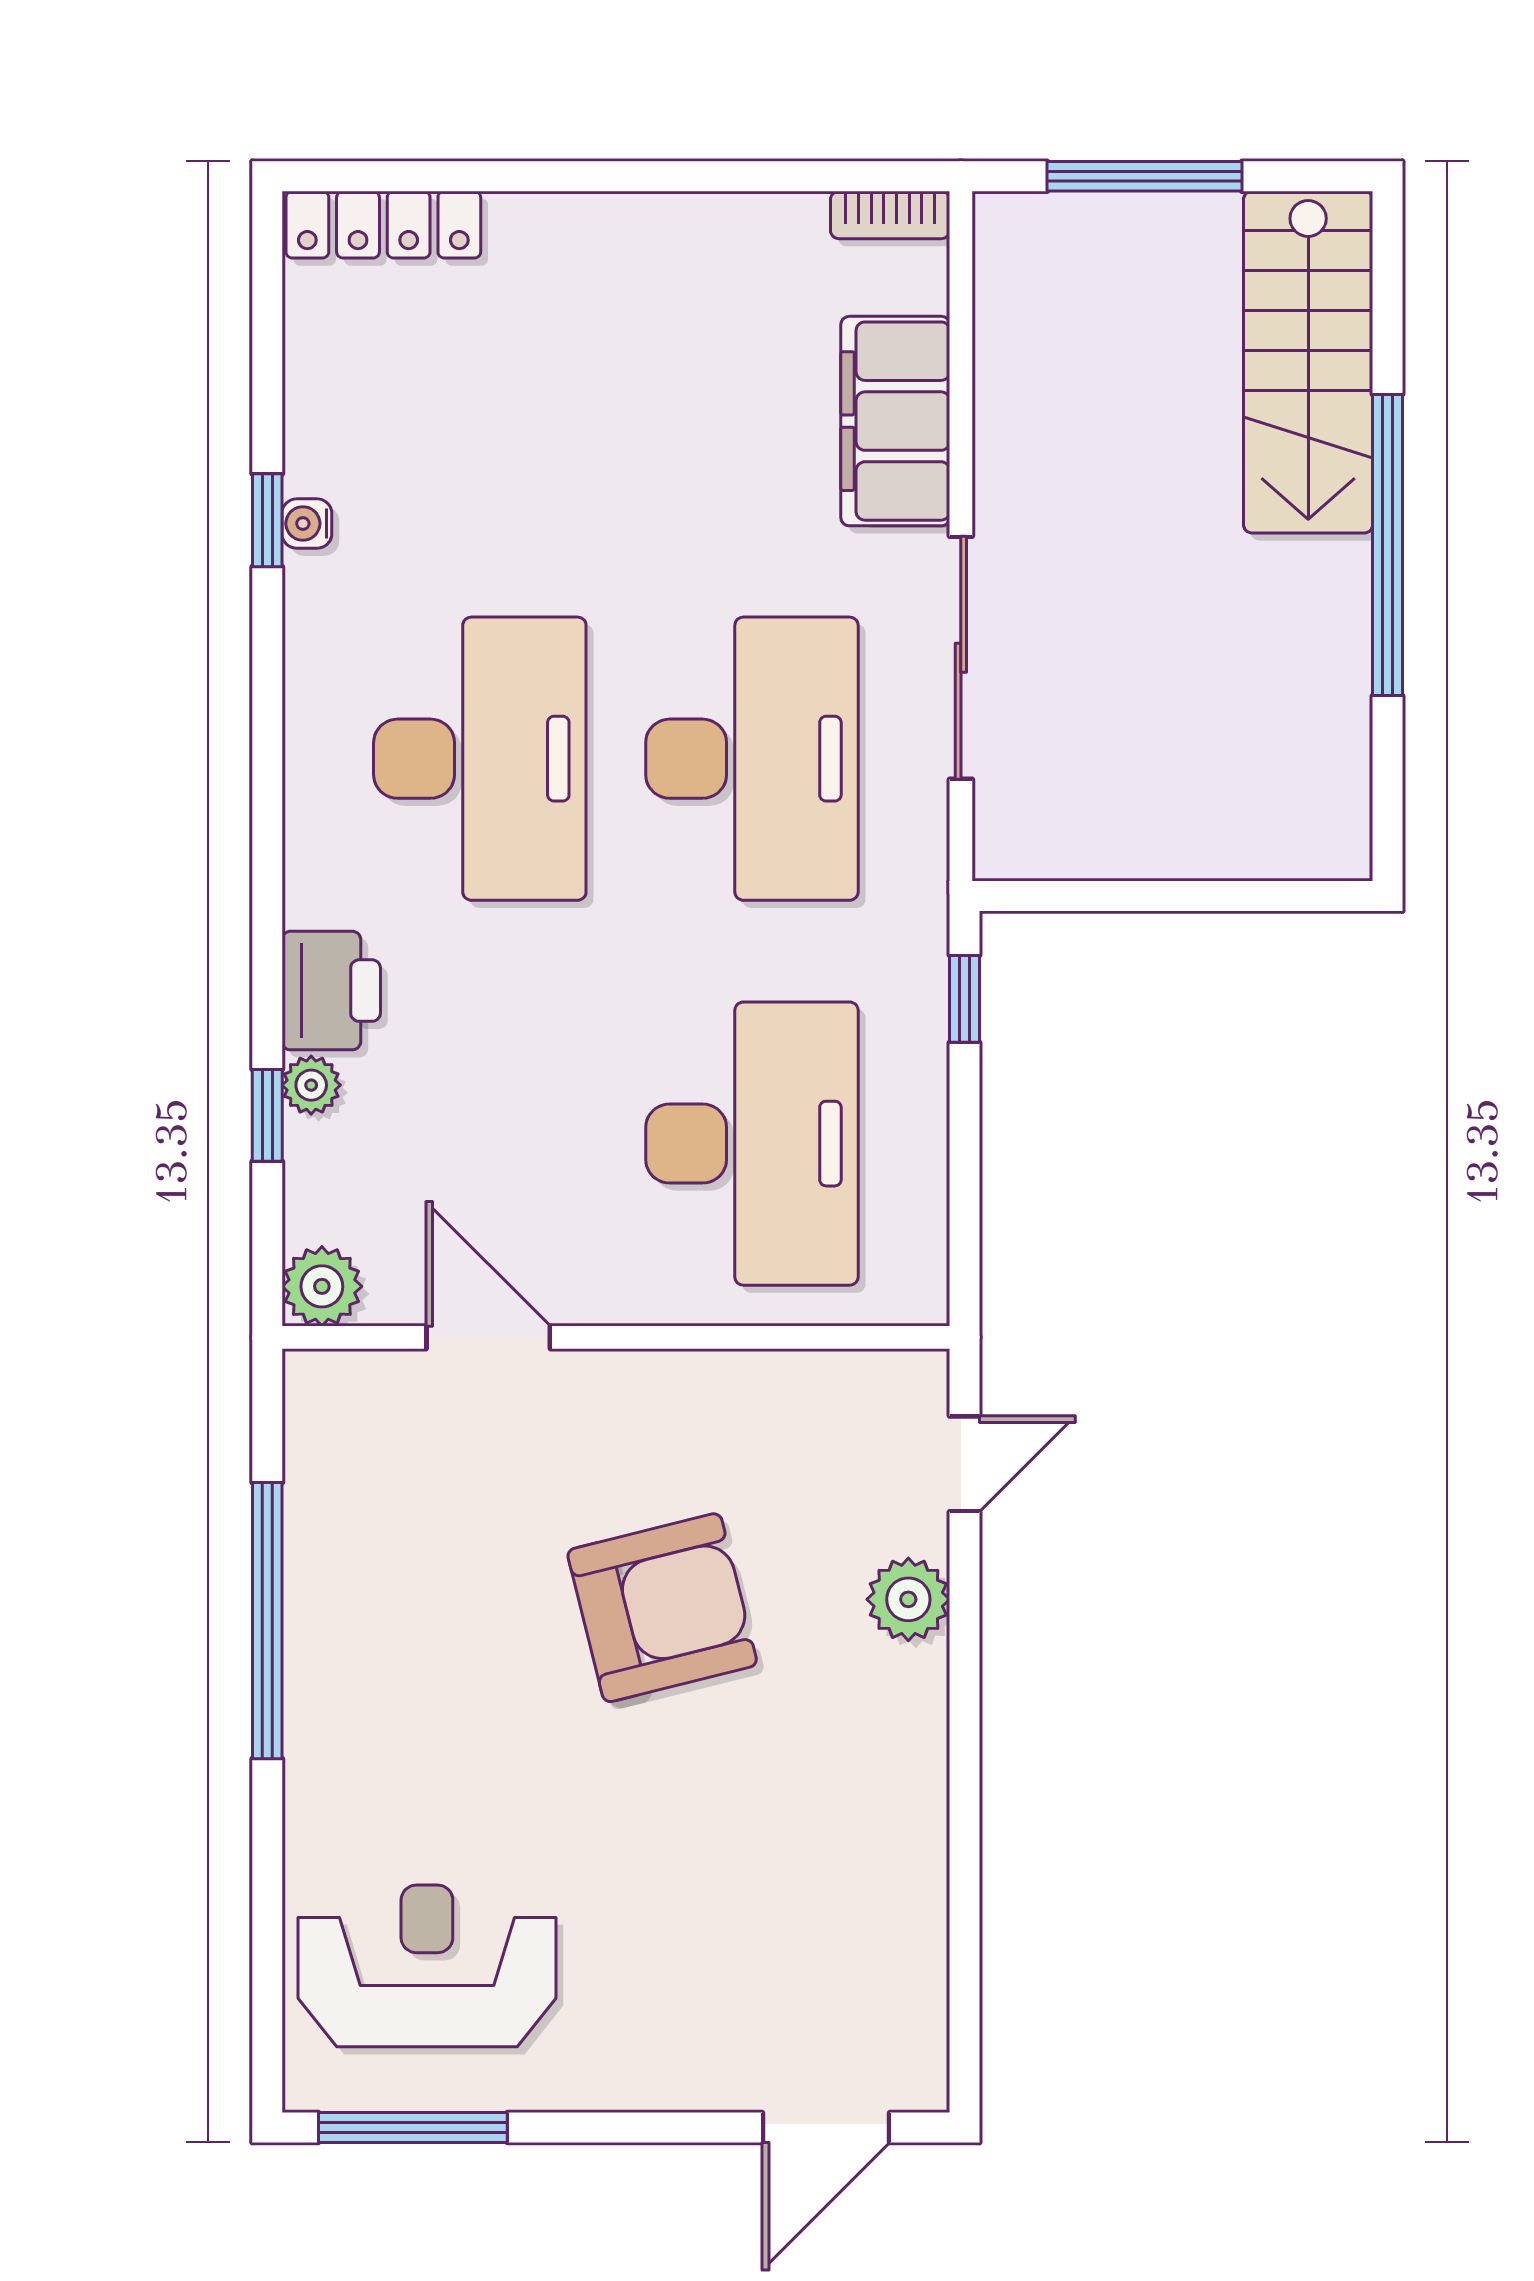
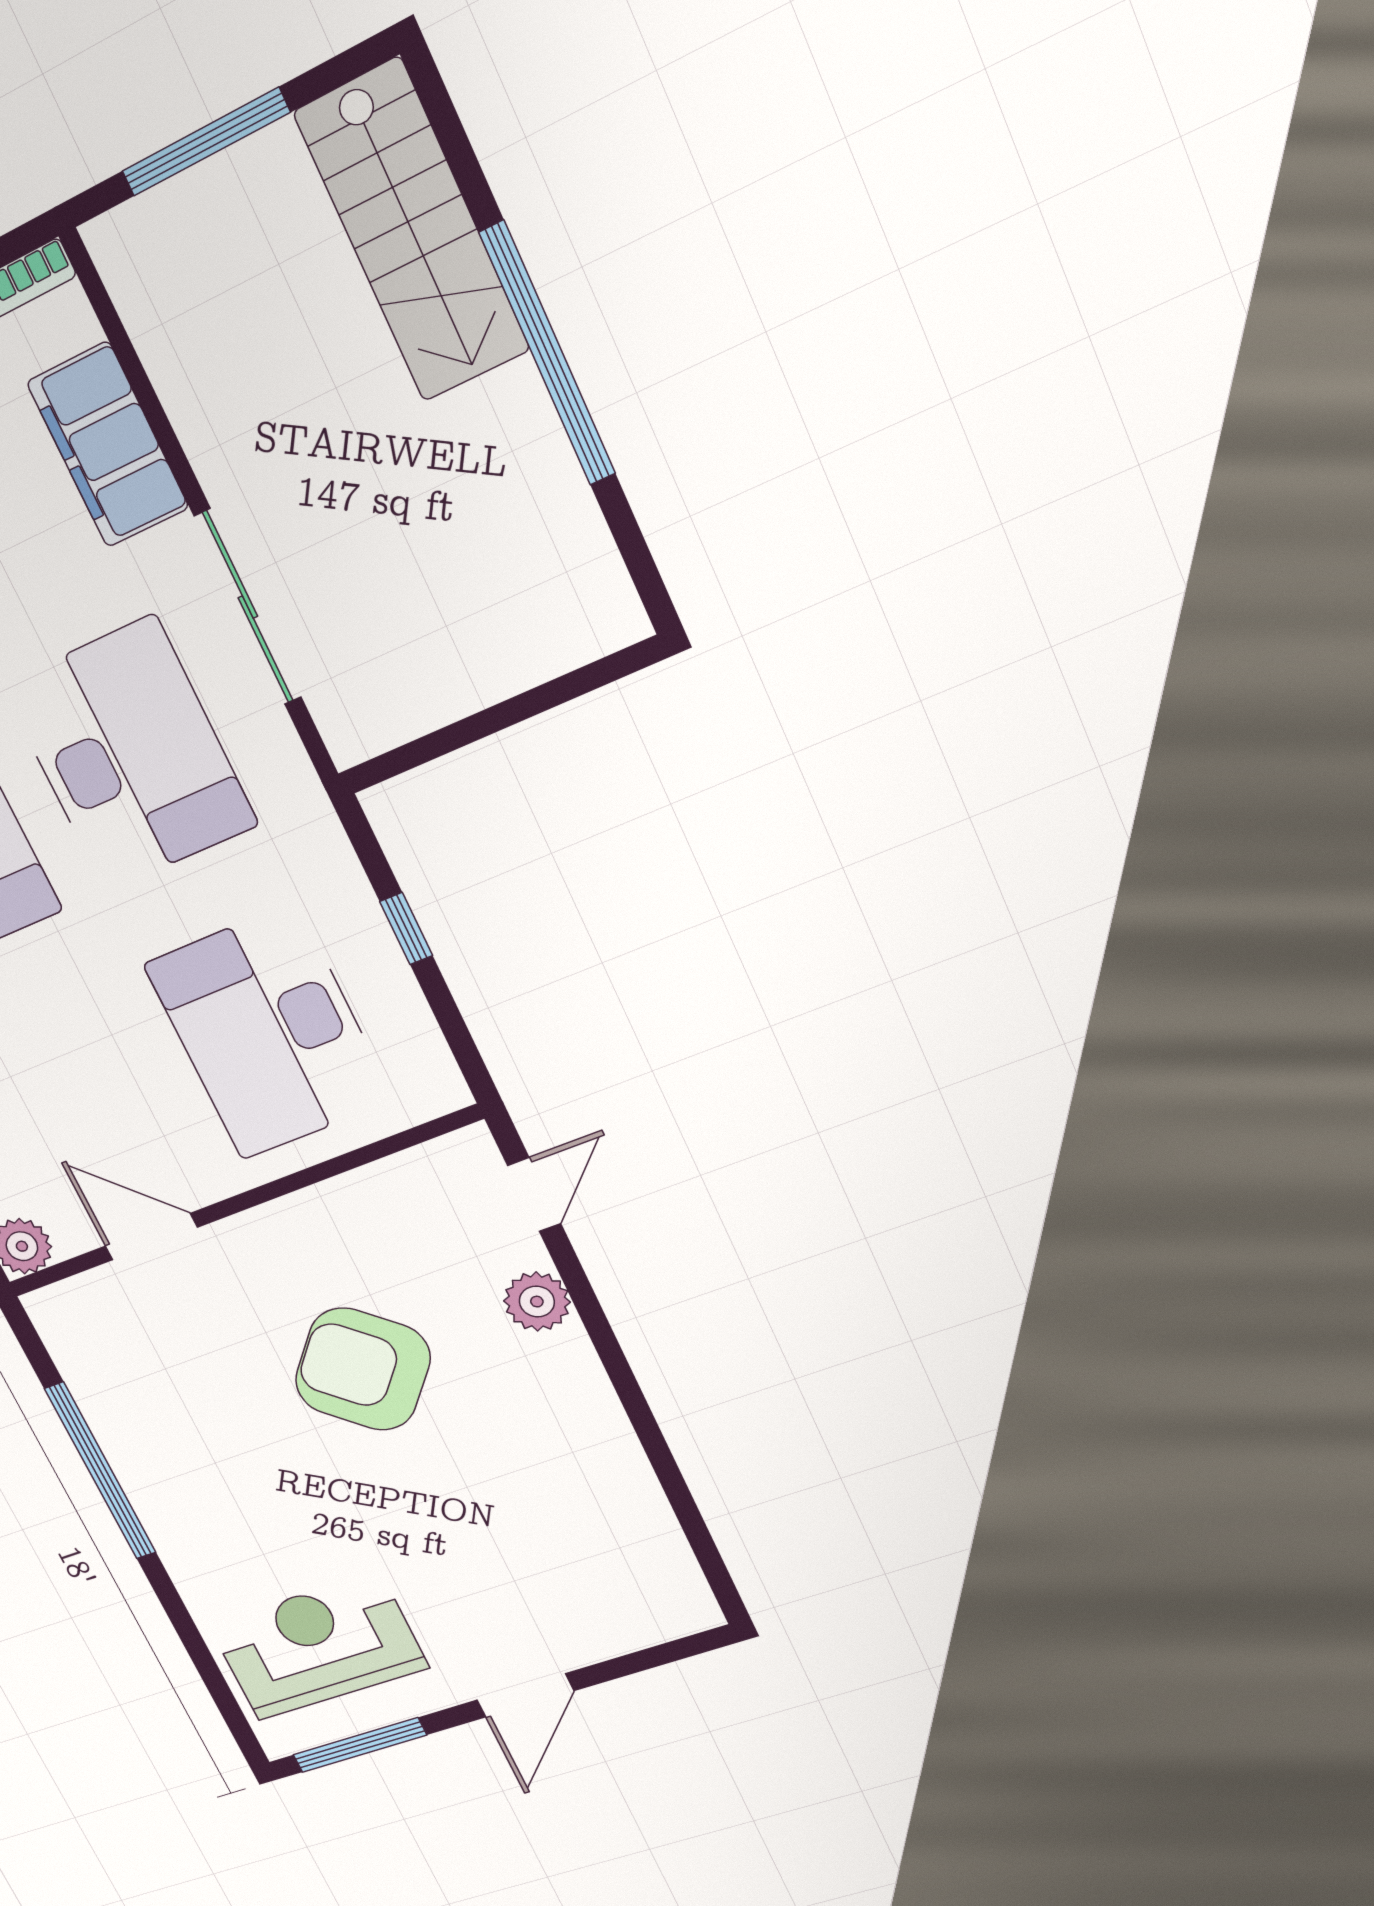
window: (965, 999) -> (406, 929), moved
desk: (752, 1144) -> (269, 1032), turned 180
armchair: (662, 1608) -> (363, 1369), turned -125
door: (826, 2128) -> (525, 1695), moved

